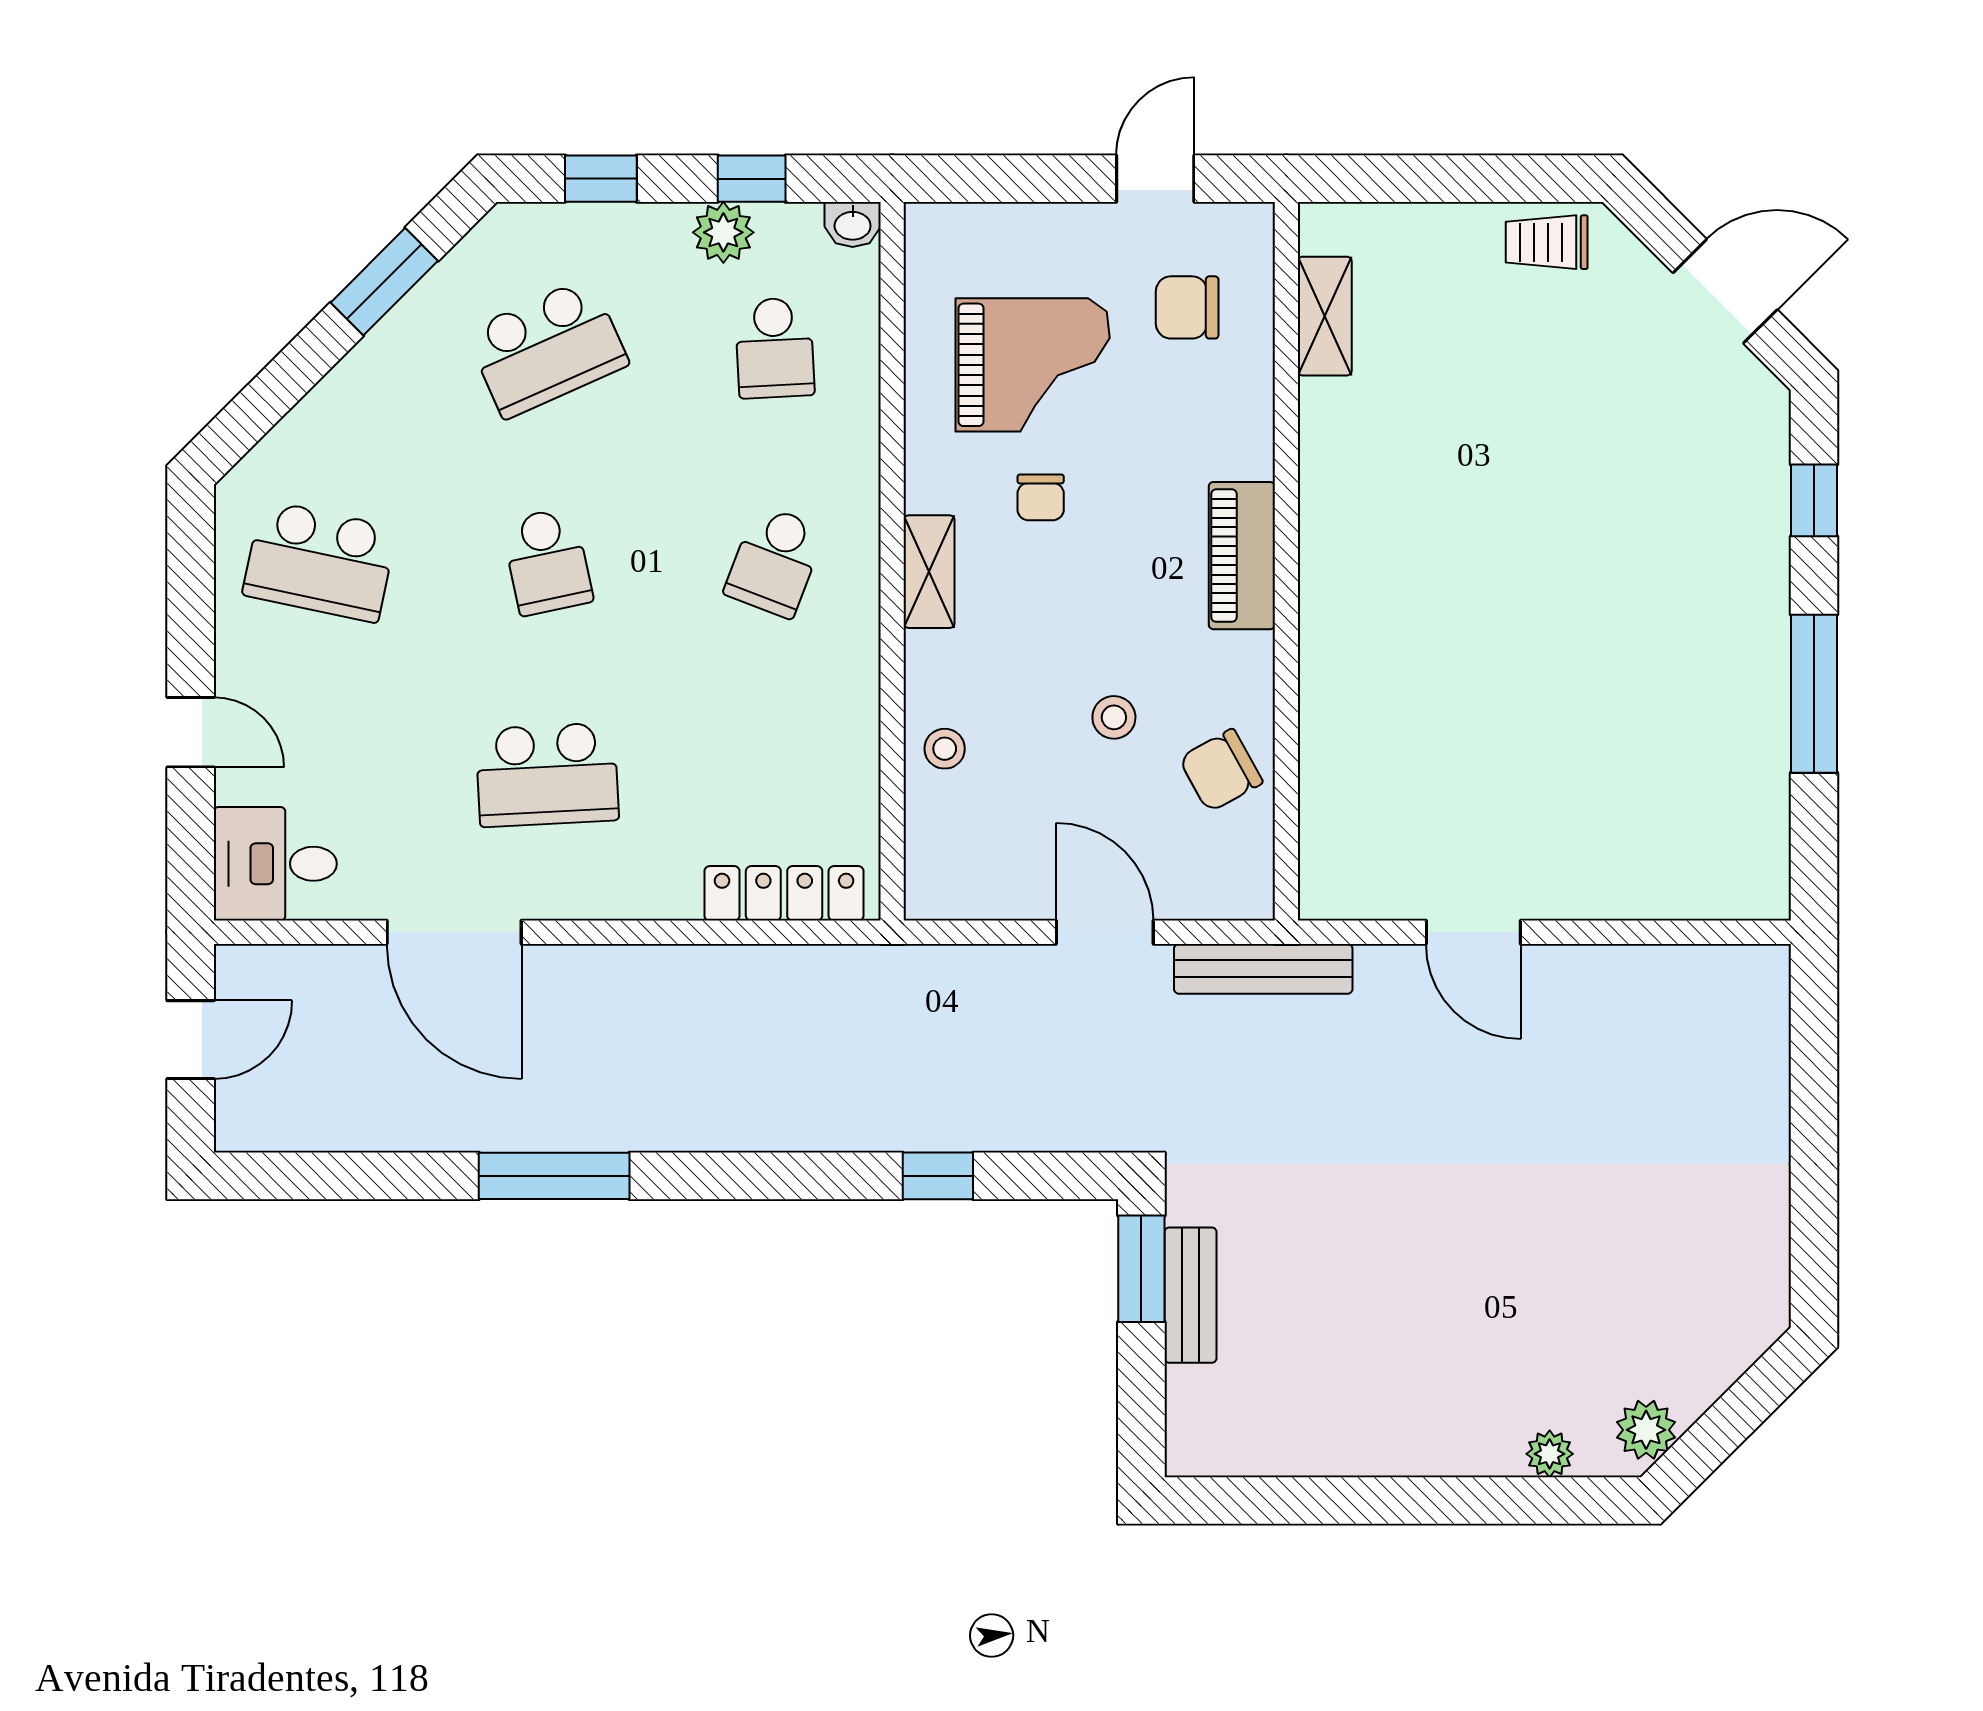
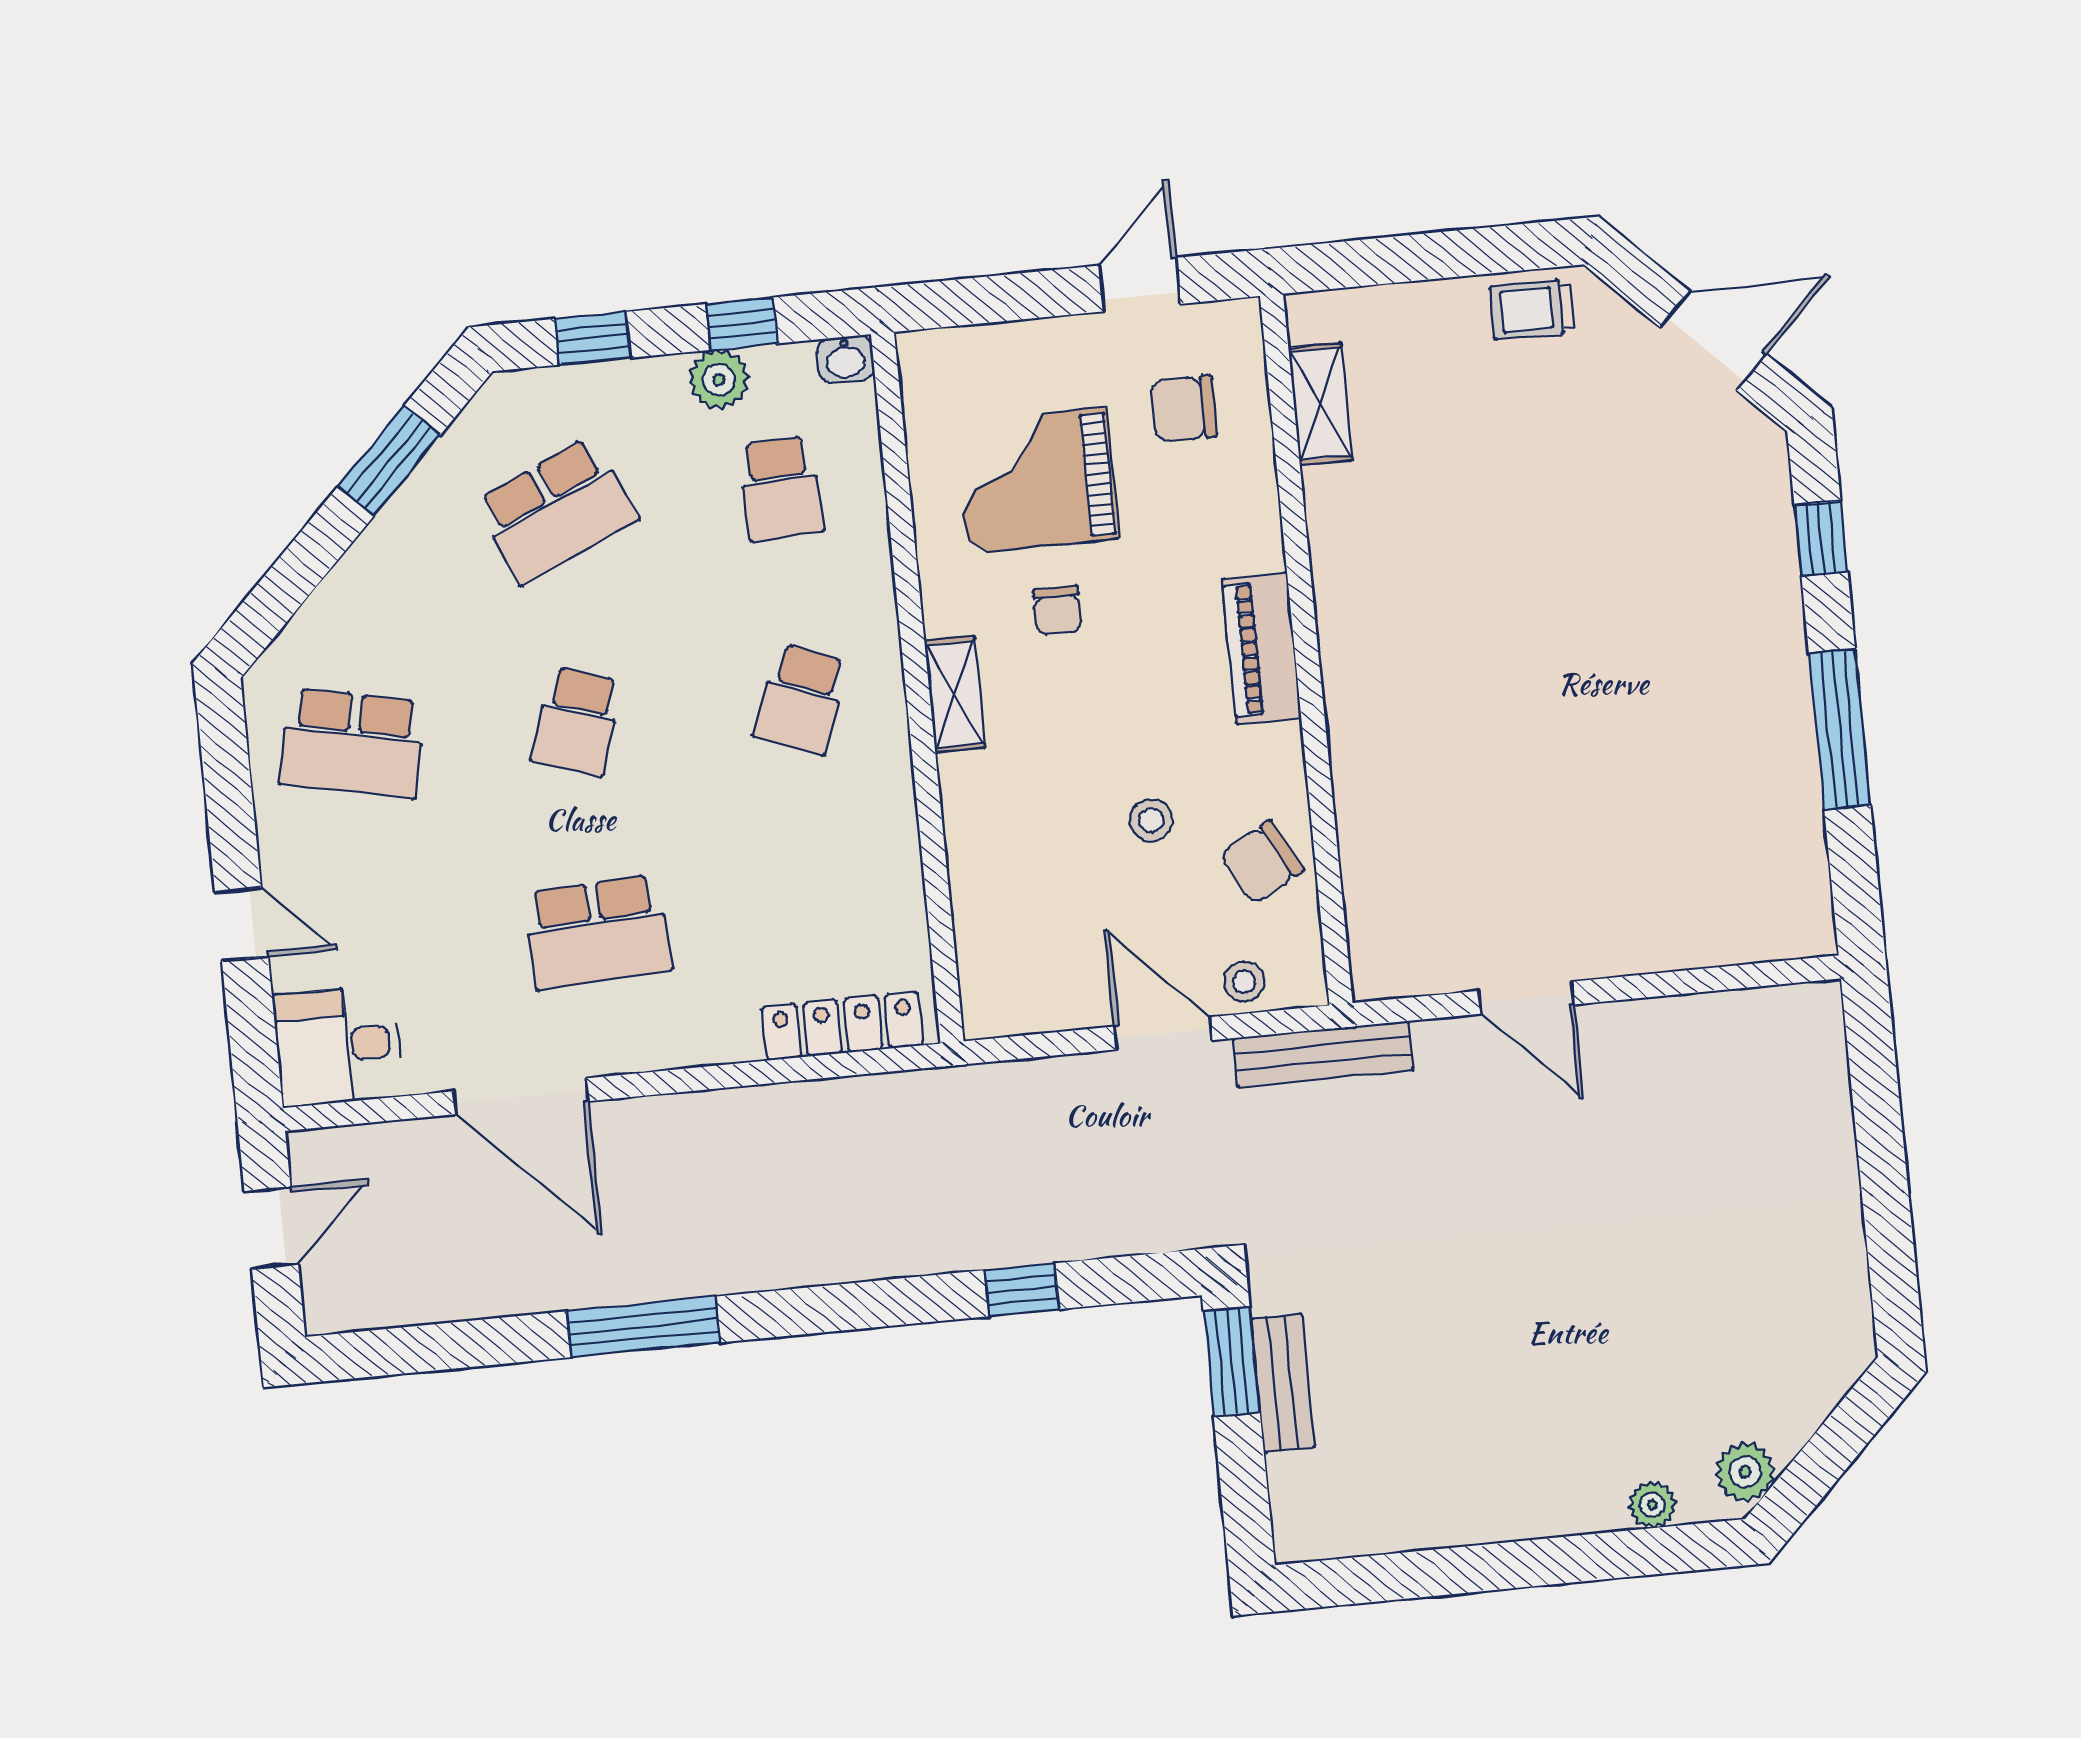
grand piano: (1033, 365) -> (1037, 480), turned 180
school desk: (547, 561) -> (577, 721), turned 30
stool: (945, 749) -> (1244, 982), moved

